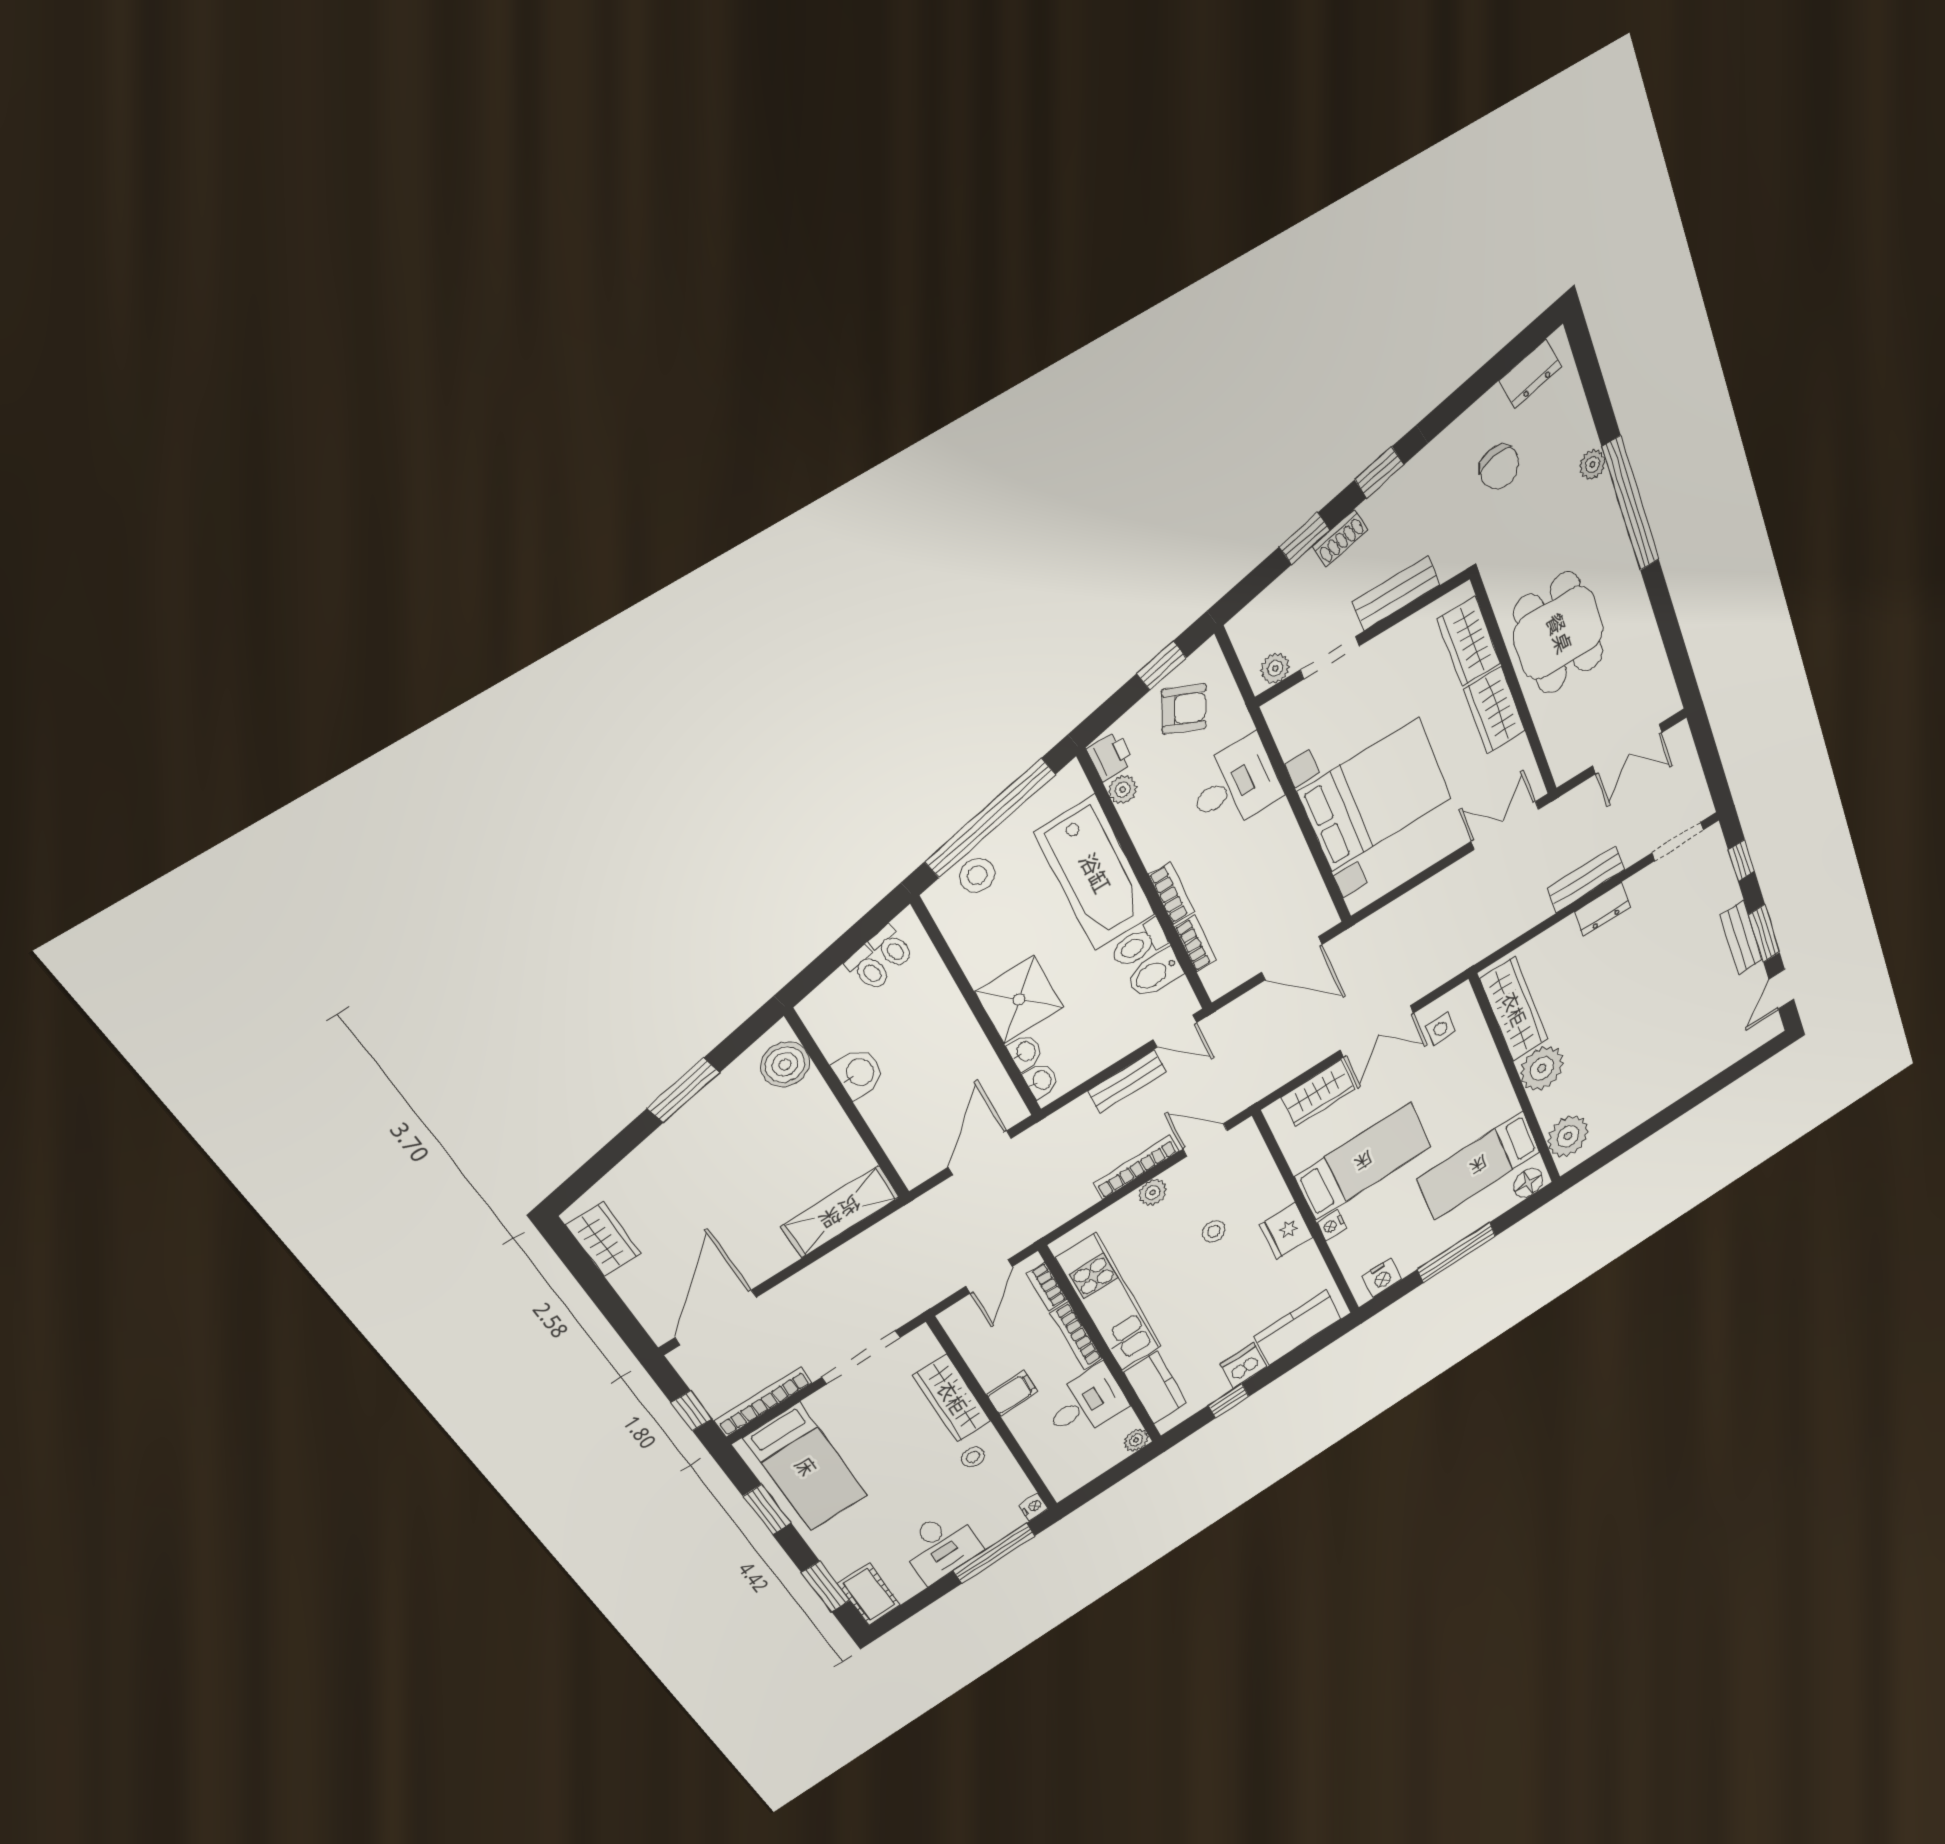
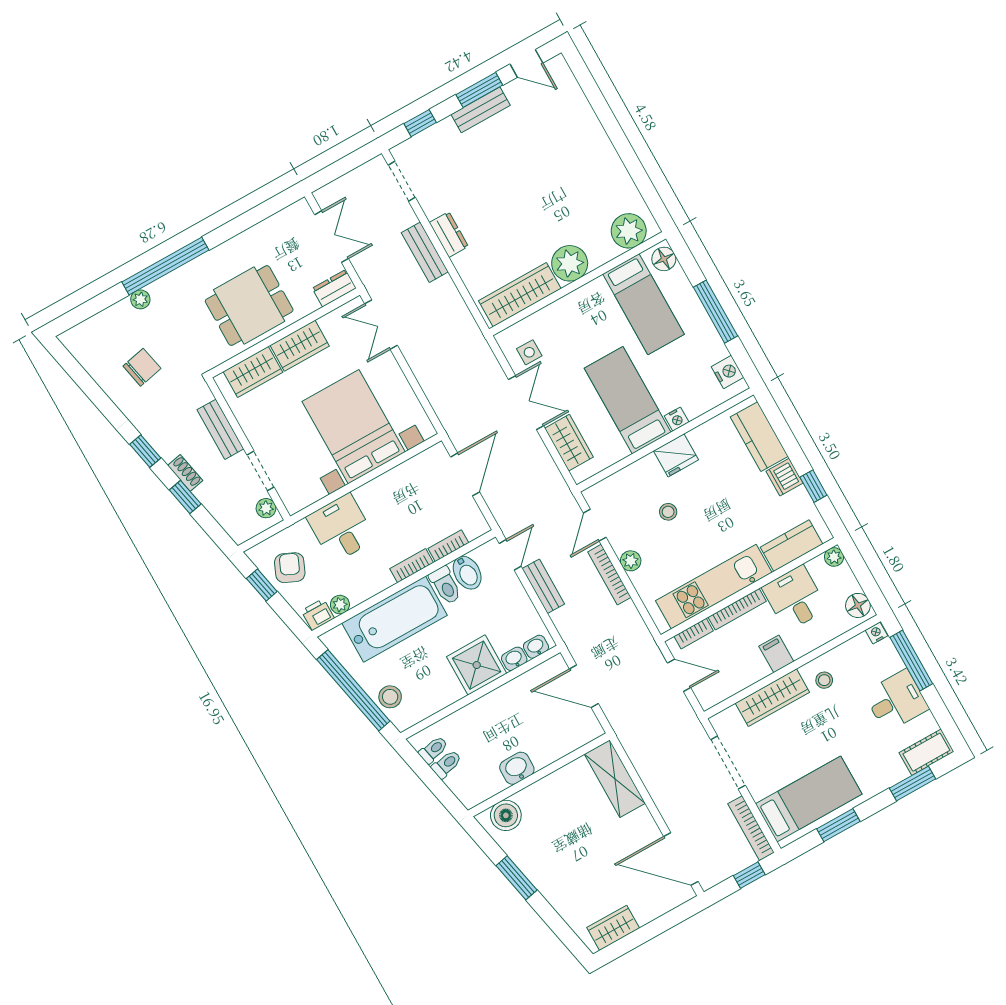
dresser: (1531, 374) -> (334, 288), moved, turned -78
floor lamp: (1071, 1479) -> (858, 605), added

